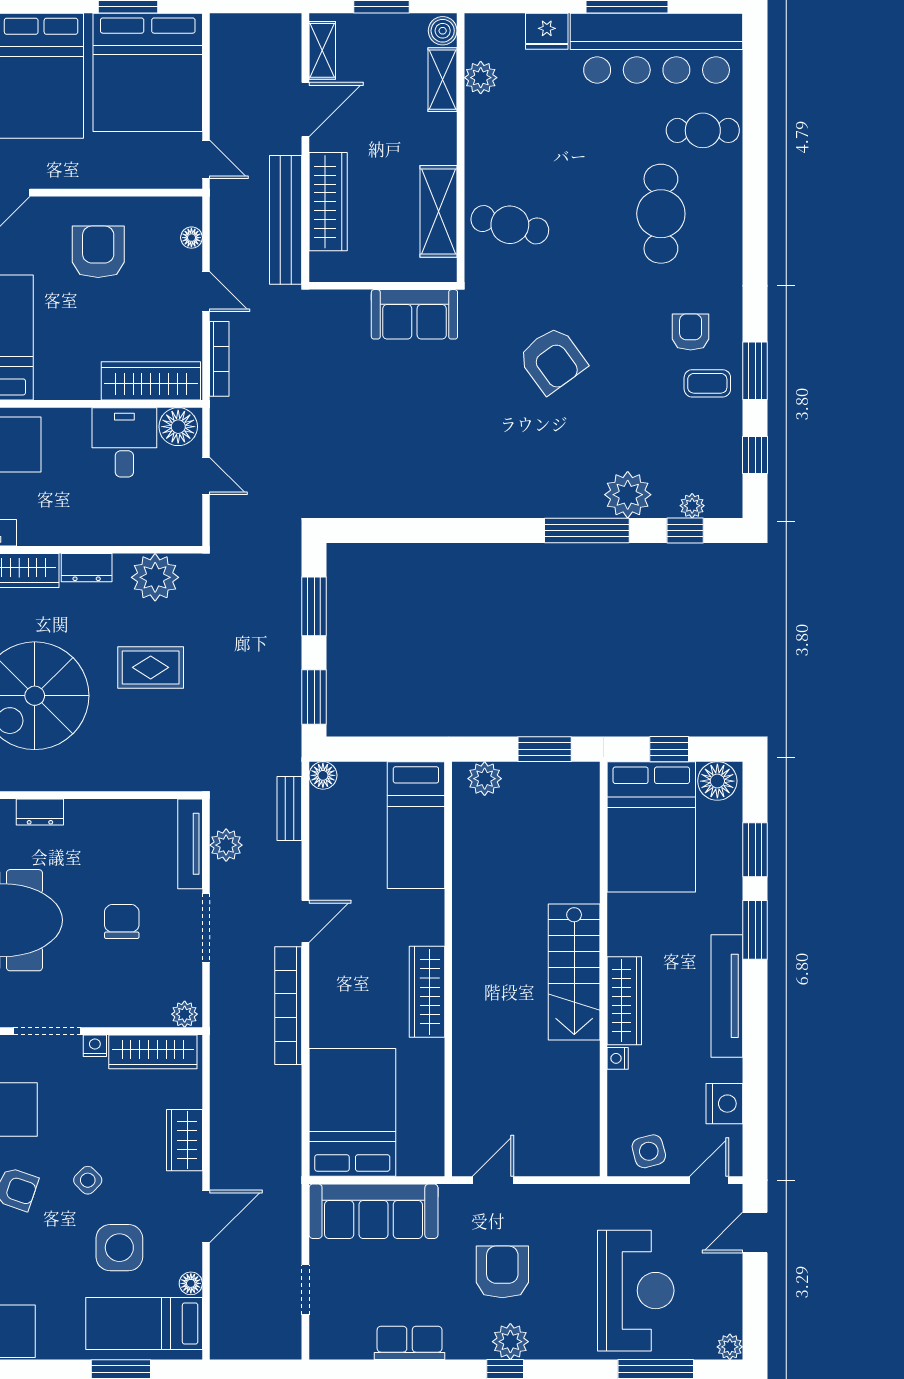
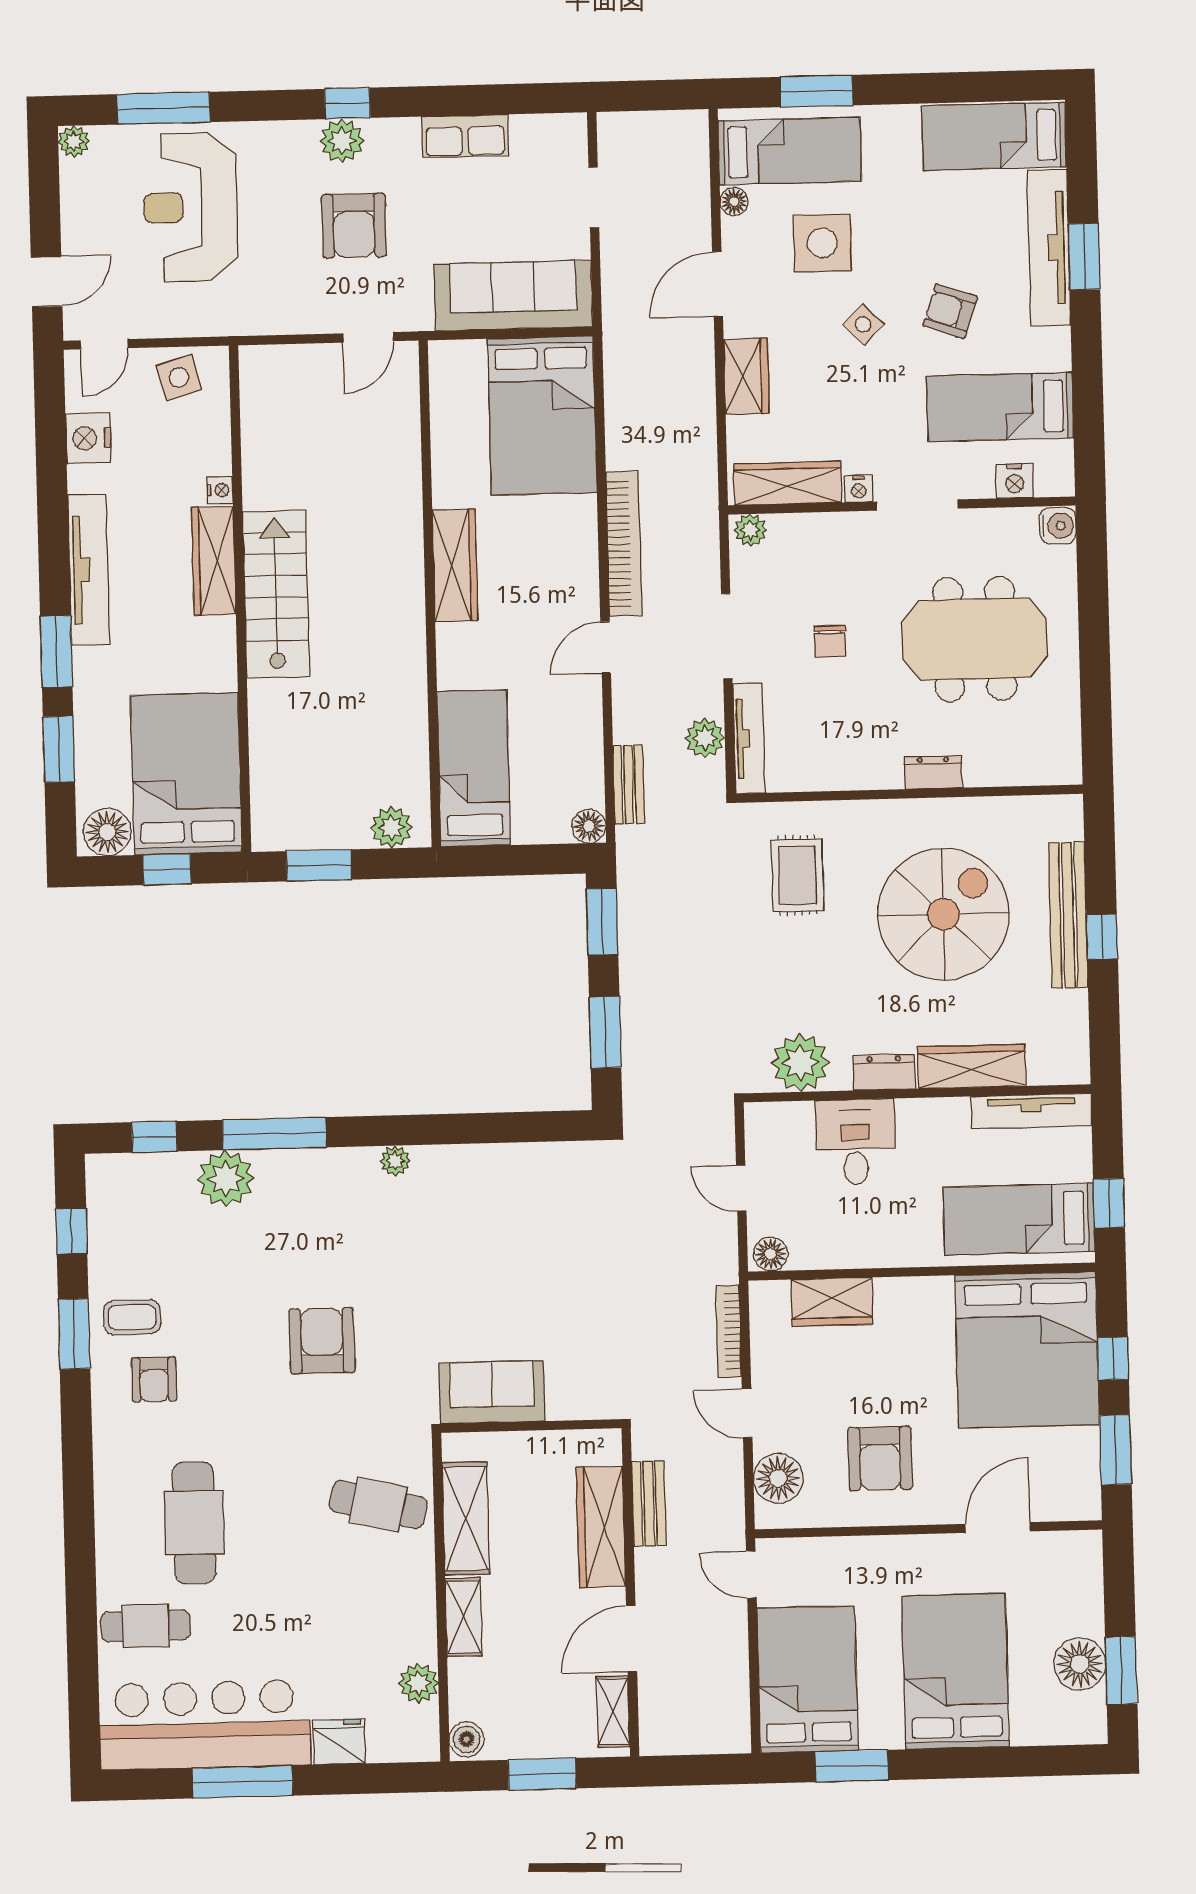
bed: (148, 72) -> (808, 1679), width x0.73
shelving: (442, 80) -> (464, 1617), moved
bench: (286, 220) -> (649, 1503), width x0.54, depth x0.82
floor lamp: (191, 238) -> (778, 1478), width x1.89, depth x1.89
armchair: (552, 360) -> (322, 1341), turned 36
wardrobe: (151, 381) -> (832, 1302), width x0.67
floor lamp: (178, 427) -> (771, 1254), width x0.73, depth x0.73
desk: (124, 442) -> (855, 1142), moved, turned 180
plant: (692, 506) -> (395, 1161), moved
rug: (151, 667) -> (797, 875), moved, turned 90
chair: (122, 921) -> (830, 641), width x0.73, depth x0.73

